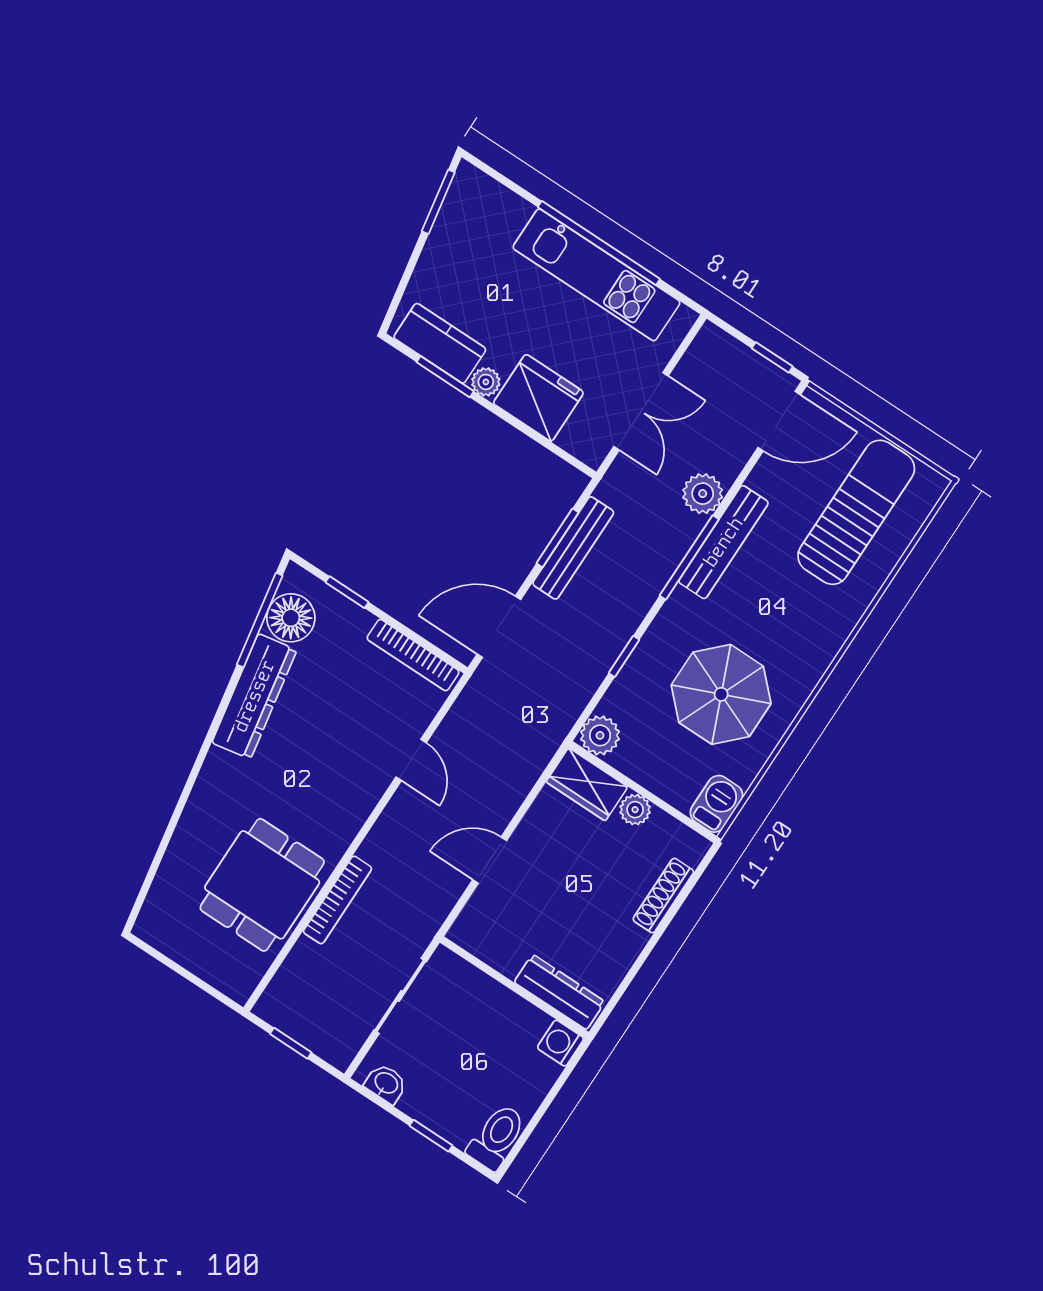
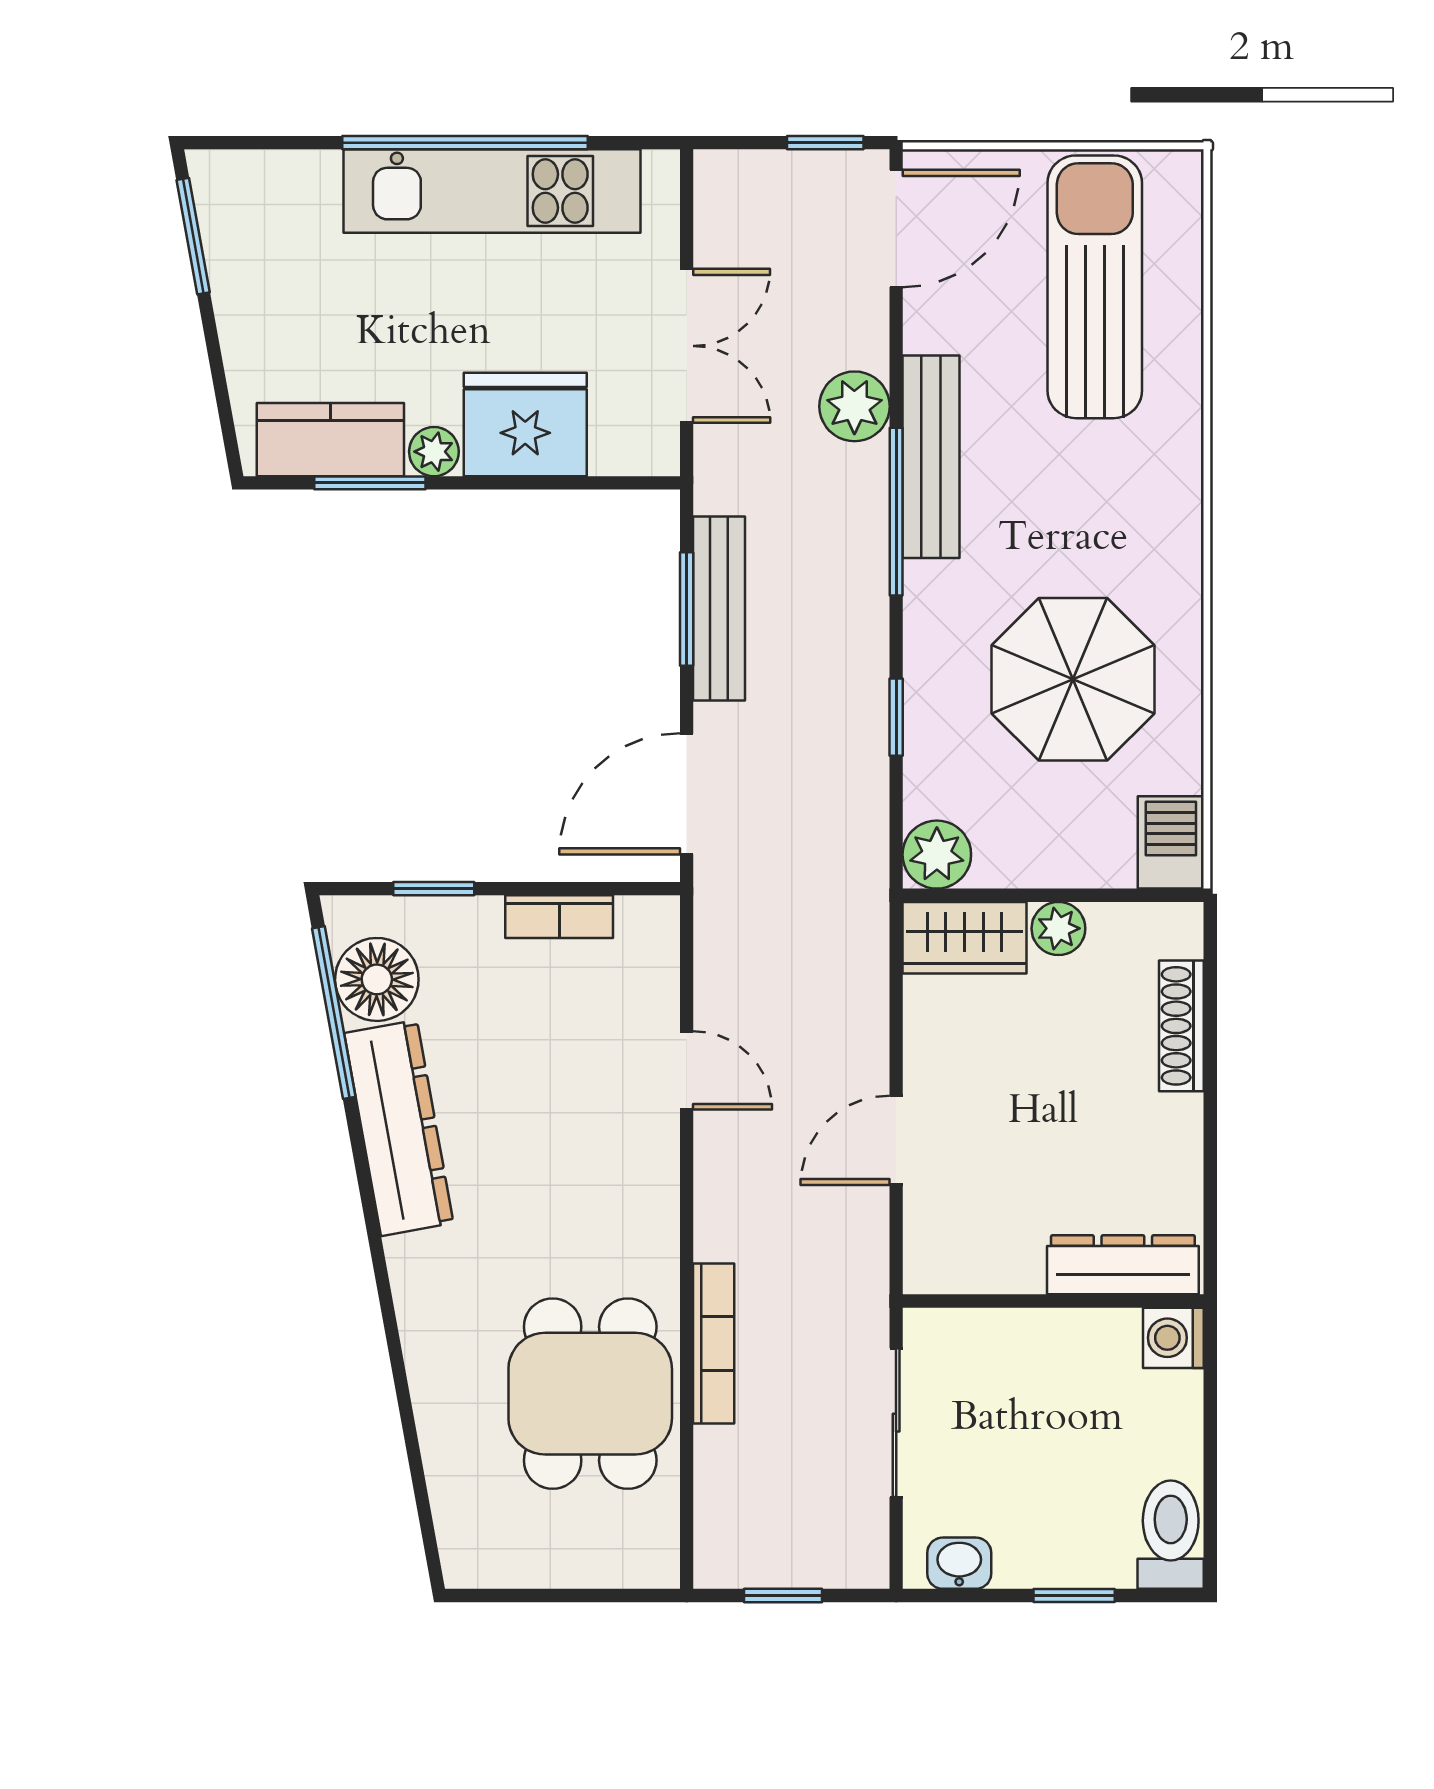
bookcase: (413, 655) -> (559, 917), width x0.64

